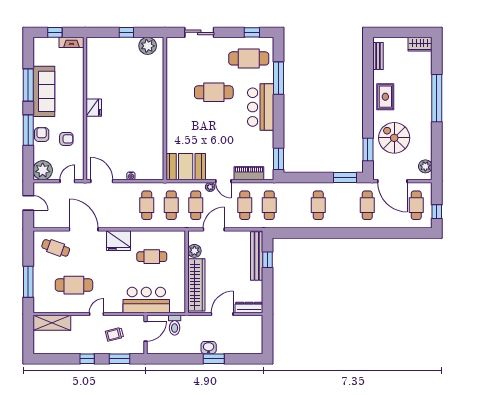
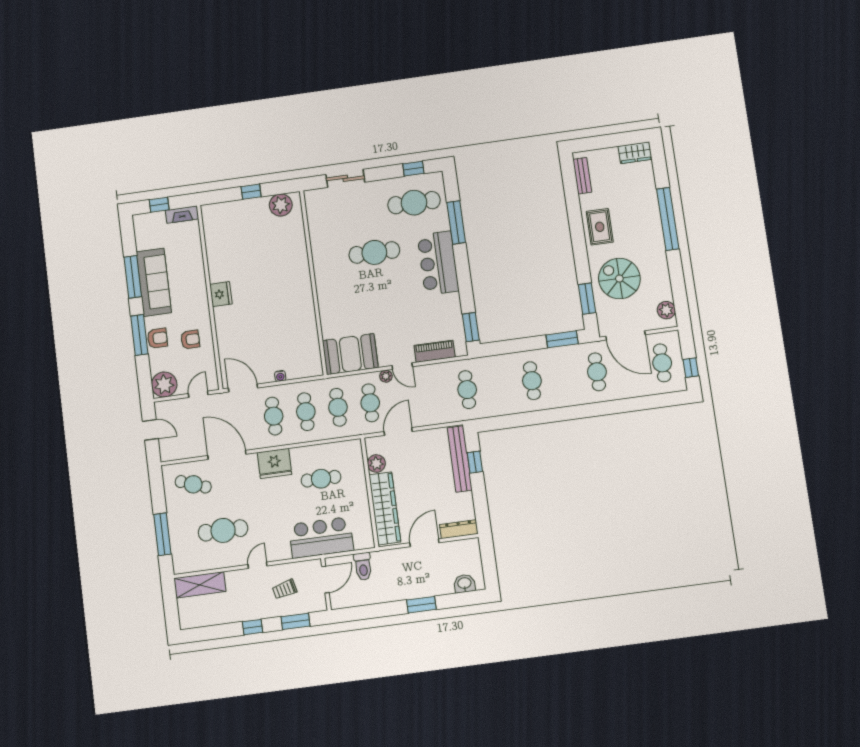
armchair: (42, 134) -> (157, 338), turned 90
cafe table: (245, 205) -> (274, 416), moved
washbasin: (209, 348) -> (464, 584), moved

